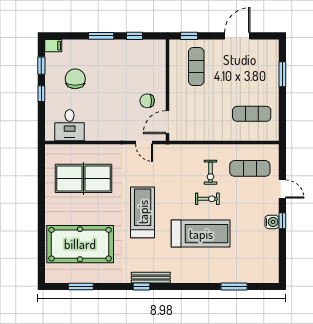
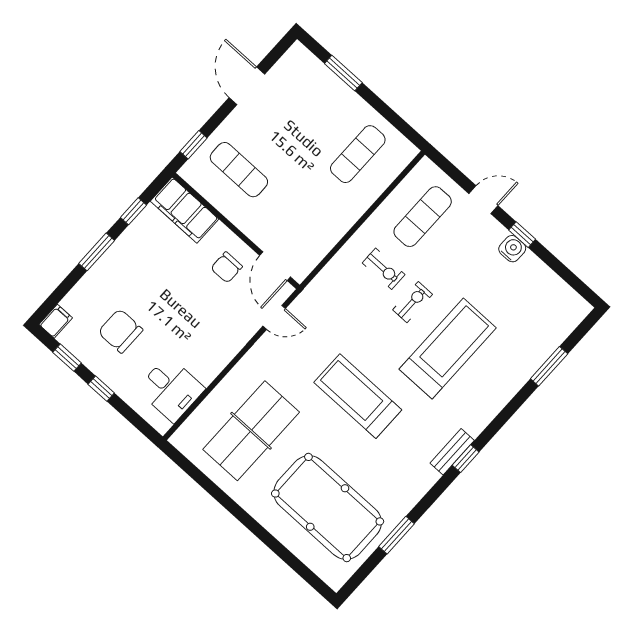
filing cabinet: (156, 59) -> (185, 210), added
pool table: (80, 244) -> (328, 507), turned 90
bench: (151, 278) -> (452, 452), width x0.73
window: (81, 286) -> (396, 535), moved
window: (142, 286) -> (466, 459), moved

